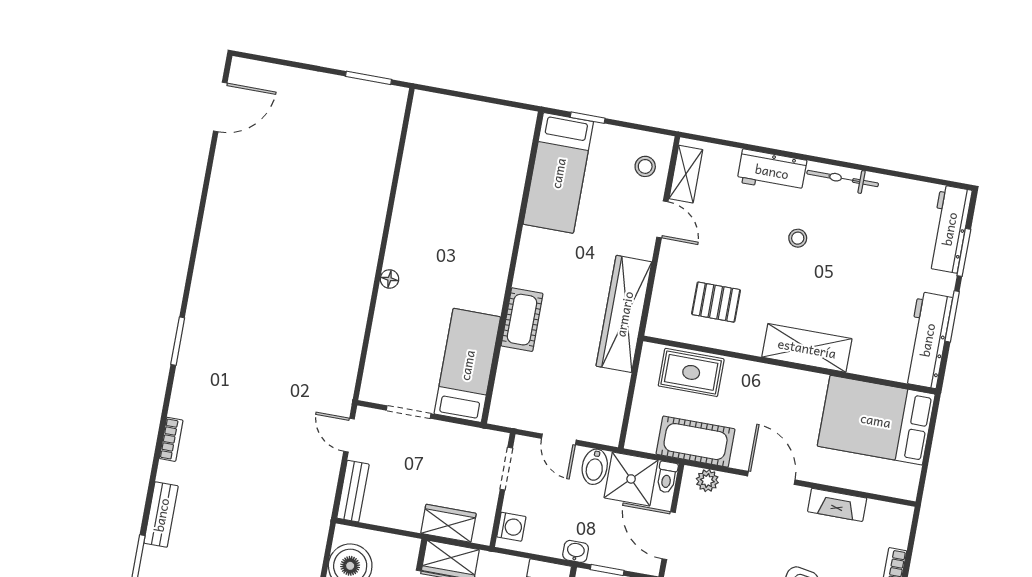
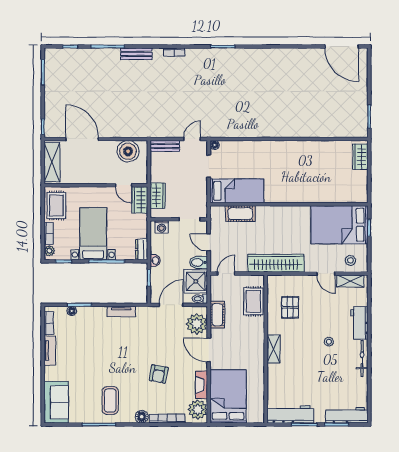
door: (220, 107) -> (342, 47), width x1.36
wardrobe: (444, 110) -> (360, 157), added
bed: (558, 173) -> (339, 225), width x1.50
door: (662, 219) -> (326, 274), hinge flipped
floor lamp: (389, 279) -> (215, 145), moved
cot: (522, 320) -> (240, 214), moved
shelving: (807, 348) -> (274, 349), width x0.67, depth x0.75
door: (627, 416) -> (226, 274), added
bed: (876, 420) -> (228, 396), moved
door: (559, 439) -> (209, 242), hinge flipped
cot: (696, 442) -> (217, 315), width x0.73, depth x0.75
door: (771, 478) -> (209, 350), swing flipped
plant: (707, 481) -> (197, 324), width x1.88, depth x1.88
plant: (885, 521) -> (198, 410), added

